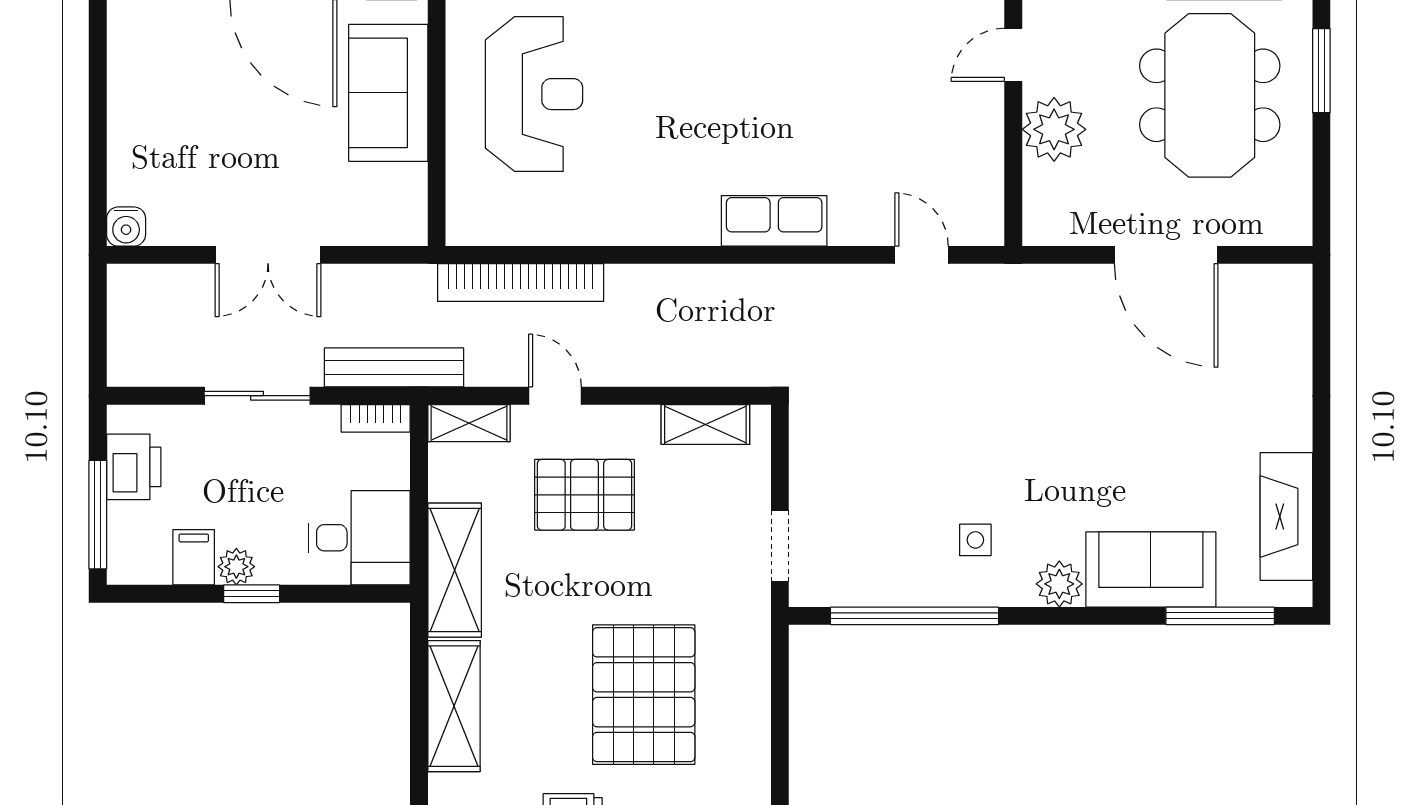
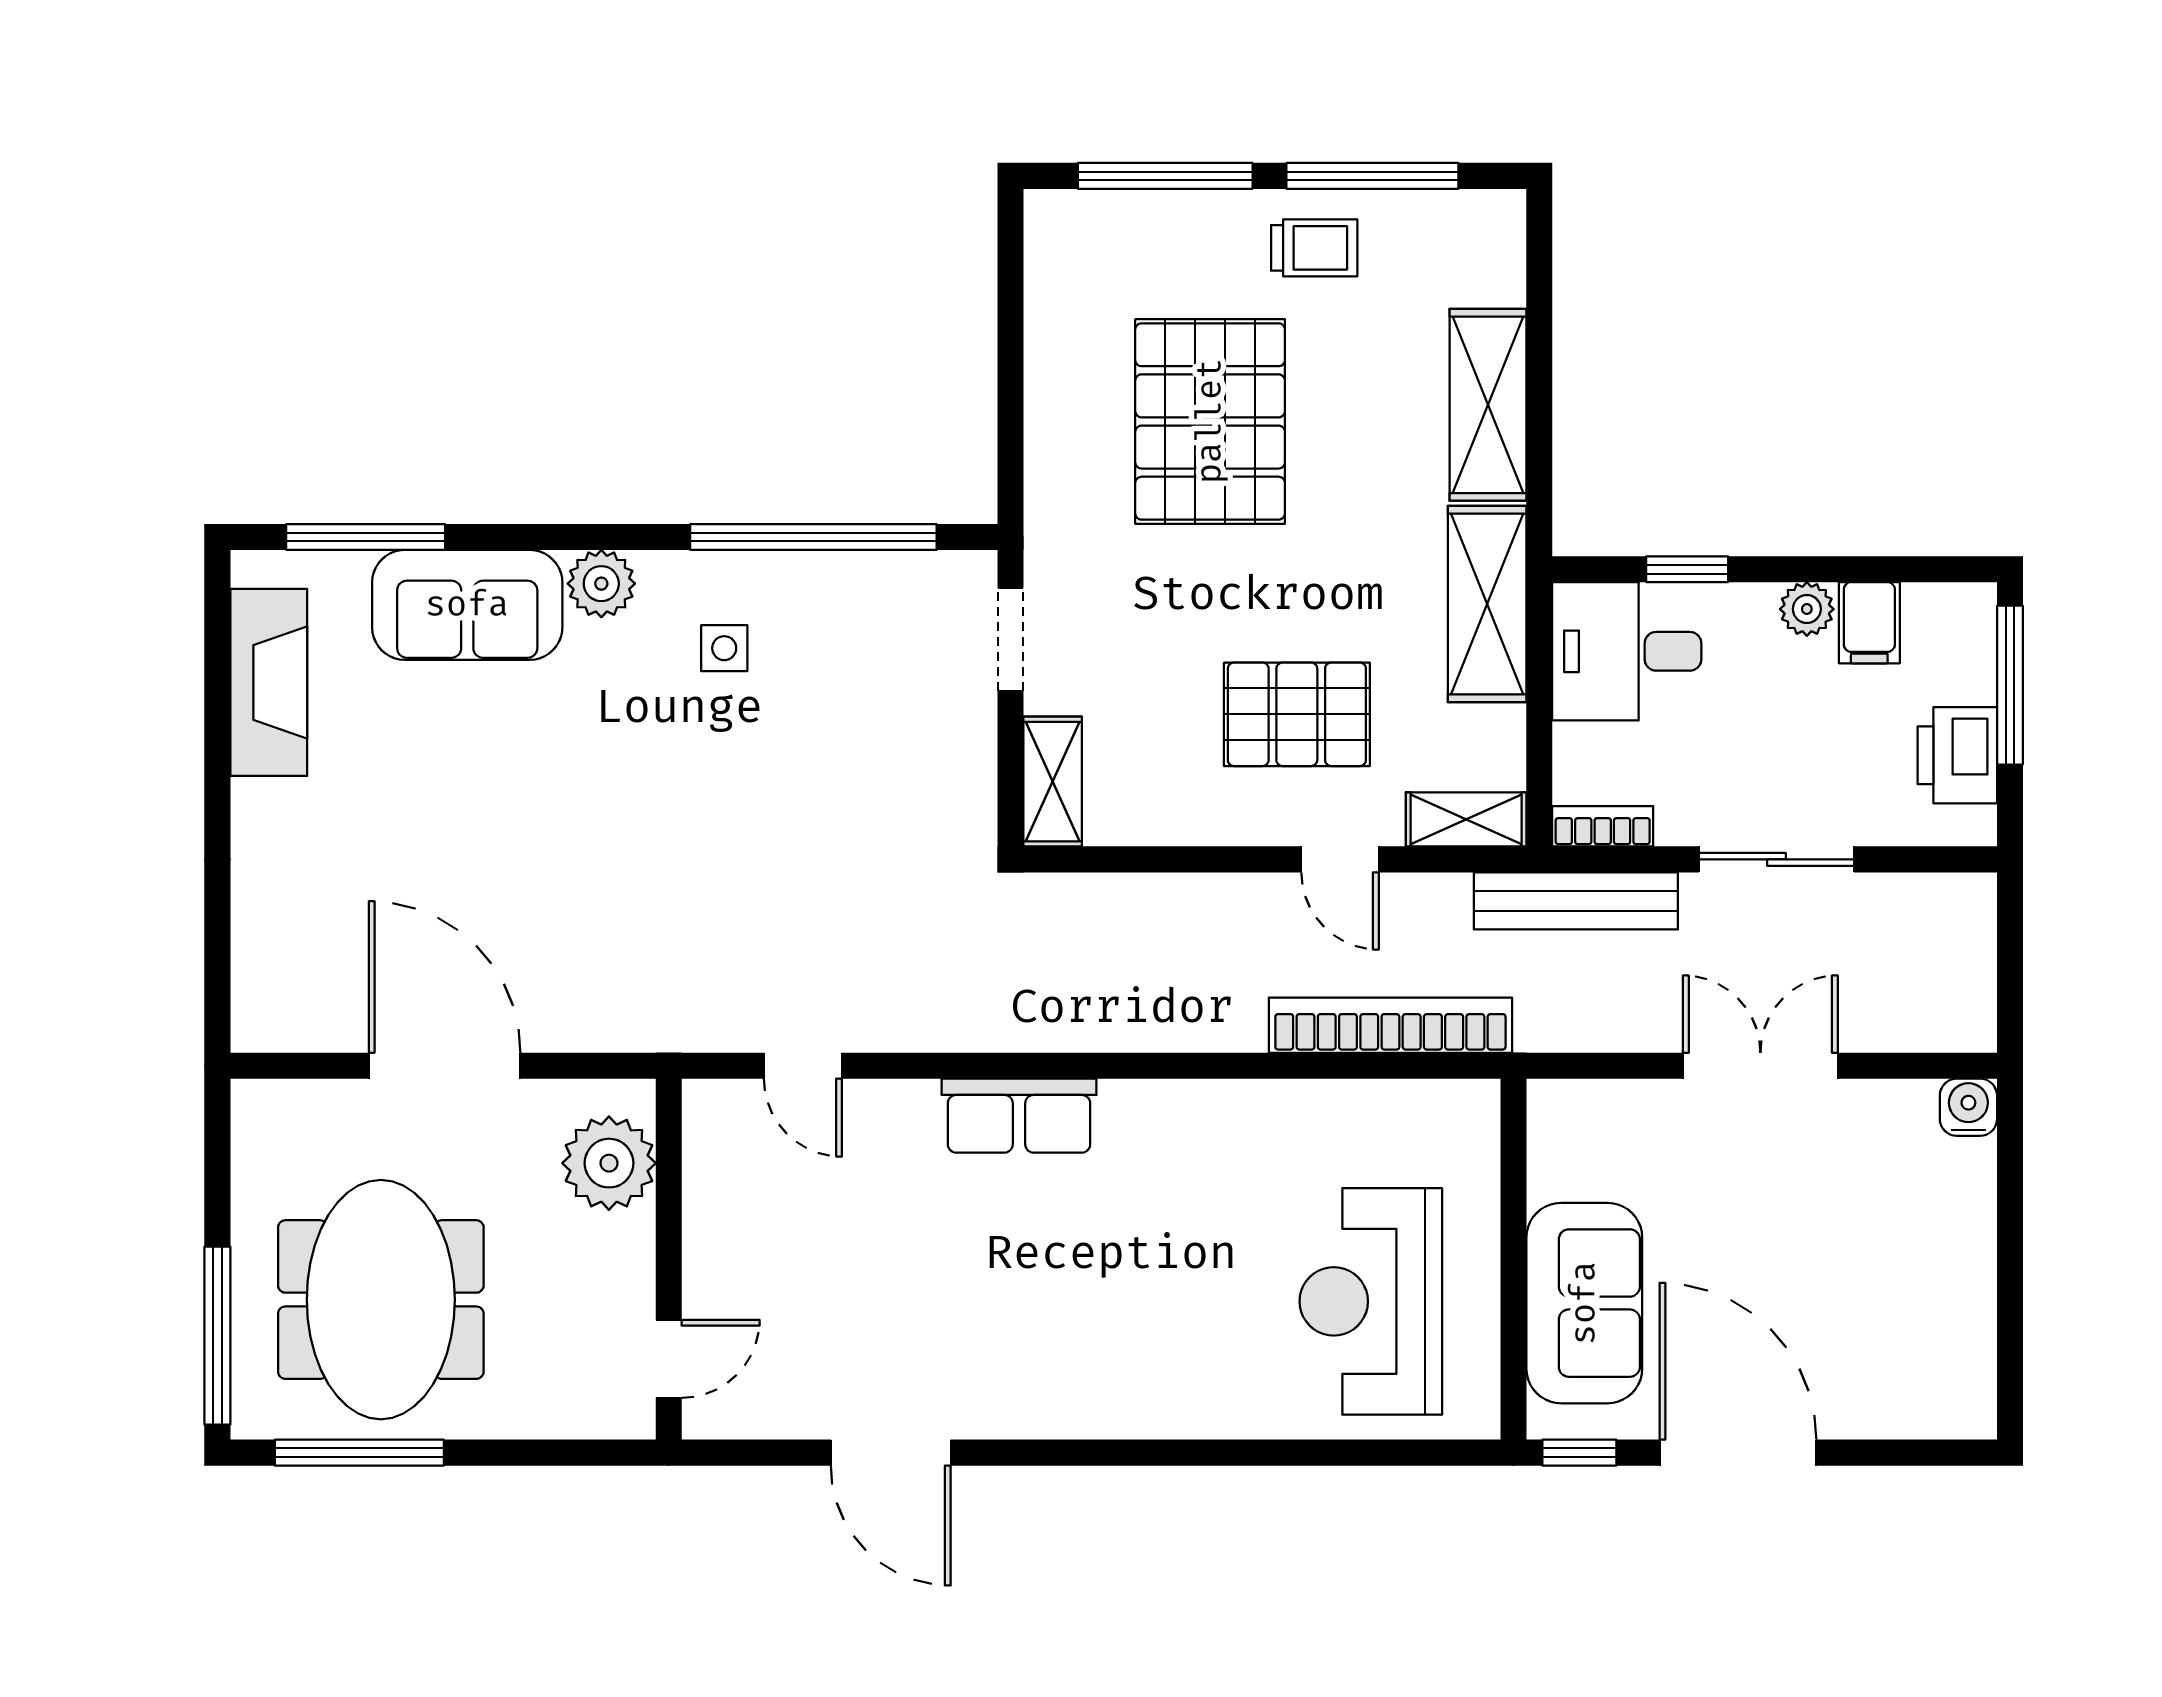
window: (1321, 71) -> (217, 1336), width x1.44
plant: (1054, 129) -> (609, 1163), moved
shelving: (705, 424) -> (1053, 782), moved, turned 90
window: (252, 594) -> (1687, 569), moved

